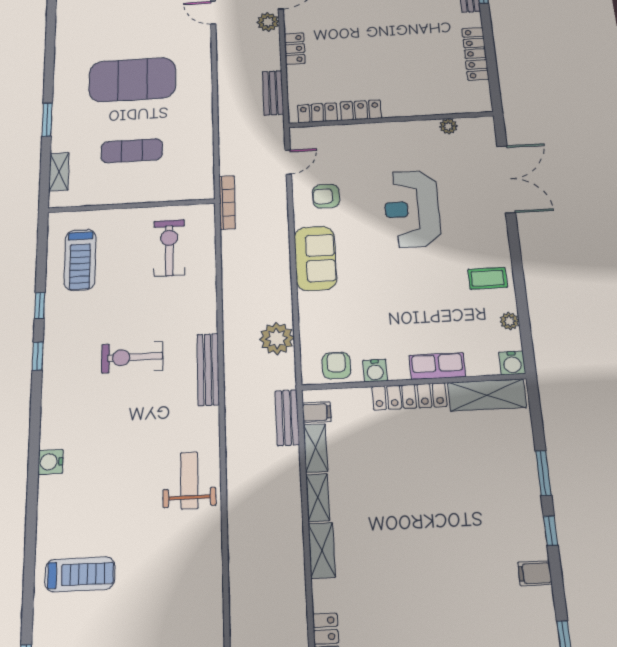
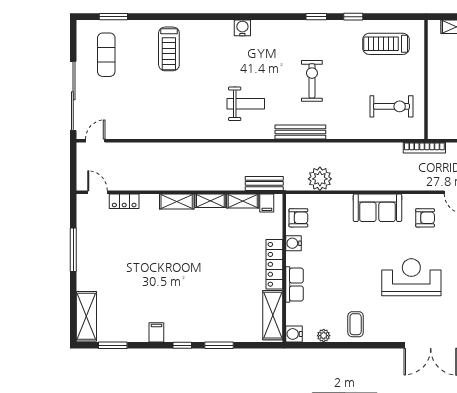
armchair: (326, 196) -> (425, 218), turned 90
weight bench: (189, 480) -> (246, 104), moved

